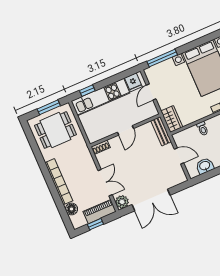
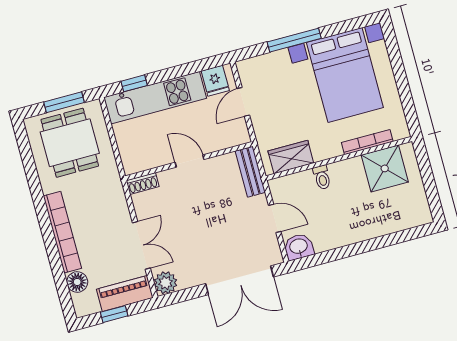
window: (162, 58) -> (294, 40), moved
wardrobe: (172, 119) -> (291, 157), moved, turned -90
dining table: (55, 130) -> (70, 143), turned 90
door: (125, 130) -> (190, 161), swing flipped
washbasin: (205, 166) -> (299, 247), moved
double door: (151, 200) -> (240, 280), moved

